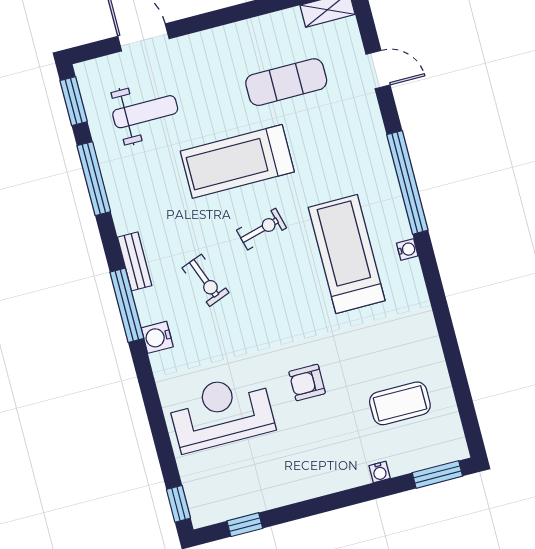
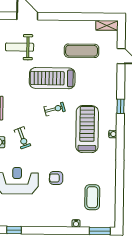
weight bench: (145, 112) -> (20, 47), turned 180
window: (407, 182) -> (120, 106), width x0.32
exercise bike: (205, 280) -> (22, 138), moved
coffee table: (400, 403) -> (92, 197), turned 90

